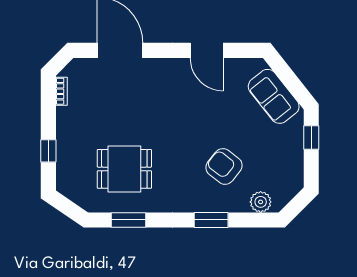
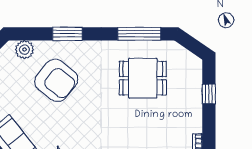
armchair: (224, 166) -> (56, 80), width x1.36, depth x1.36
window: (128, 220) -> (139, 34), width x1.44

